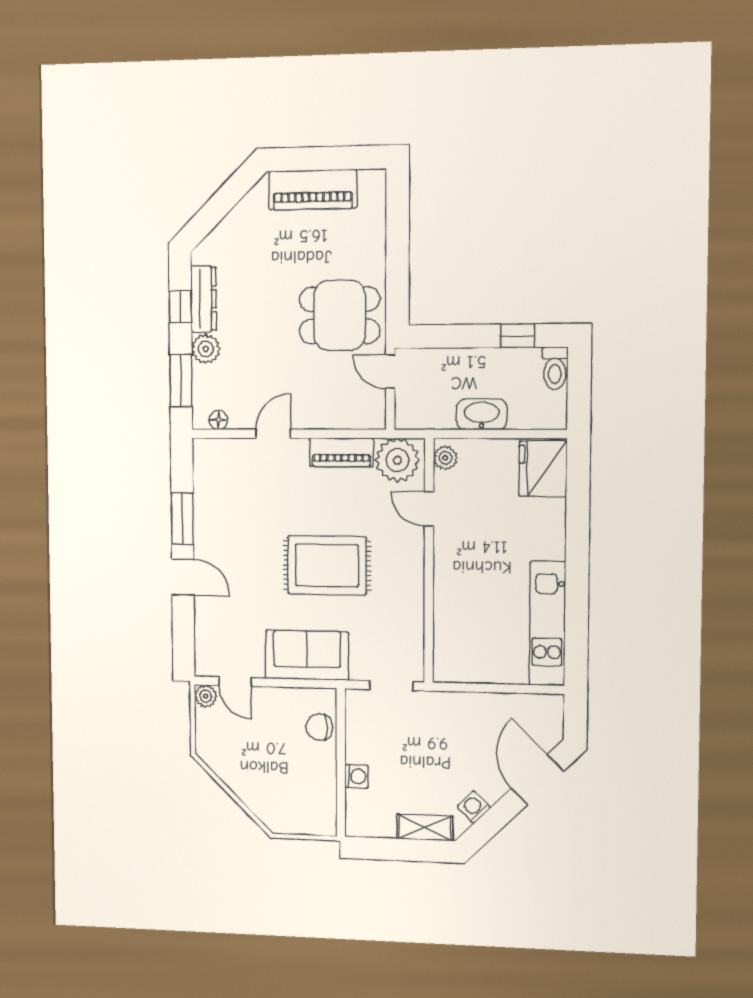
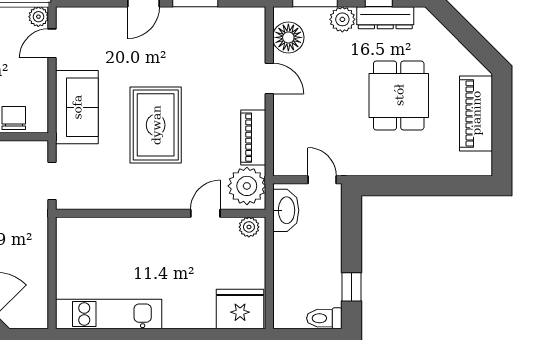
dining table: (340, 315) -> (399, 95), moved
door: (390, 372) -> (322, 180), hinge flipped
washbasin: (482, 414) -> (286, 210), moved
floor lamp: (218, 420) -> (288, 37), width x1.89, depth x1.89

